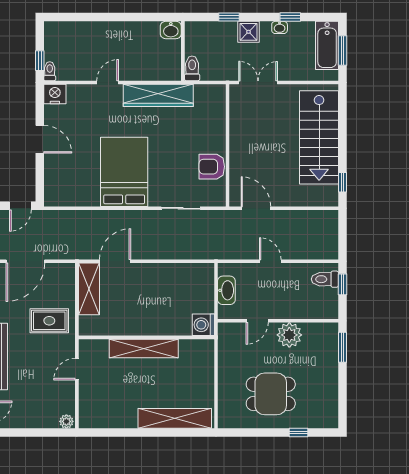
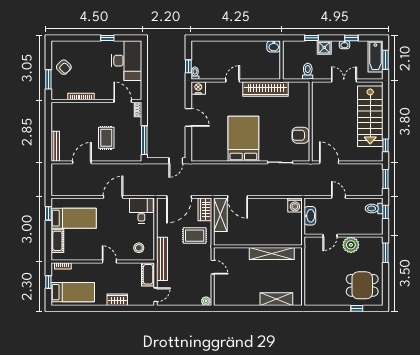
toilet: (192, 68) -> (308, 71), moved
double door: (258, 82) -> (344, 80), moved
window: (343, 234) -> (386, 179), added
door: (115, 261) -> (237, 197), swing flipped
wardrobe: (65, 281) -> (205, 209), added
washing machine: (203, 325) -> (295, 205), moved, turned -90
shelving: (144, 348) -> (272, 254), moved
door: (77, 369) -> (213, 267), swing flipped
dining table: (271, 394) -> (362, 285), moved
shelving: (175, 418) -> (276, 299), width x0.68

